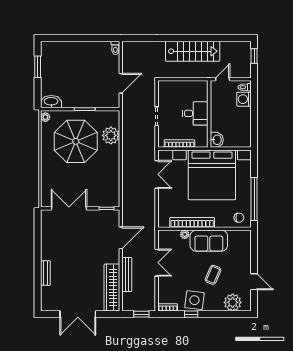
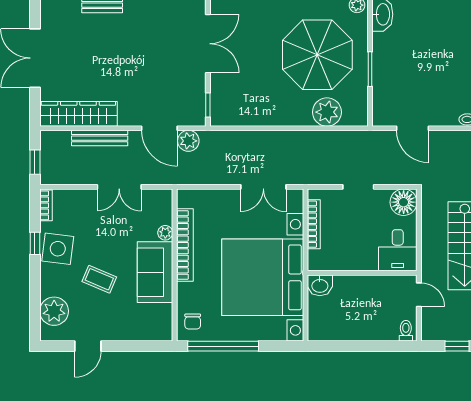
floor lamp: (166, 89) -> (404, 202), added
washing machine: (244, 99) -> (386, 330), removed
desk: (195, 113) -> (398, 250), moved
plant: (128, 220) -> (188, 141), added

